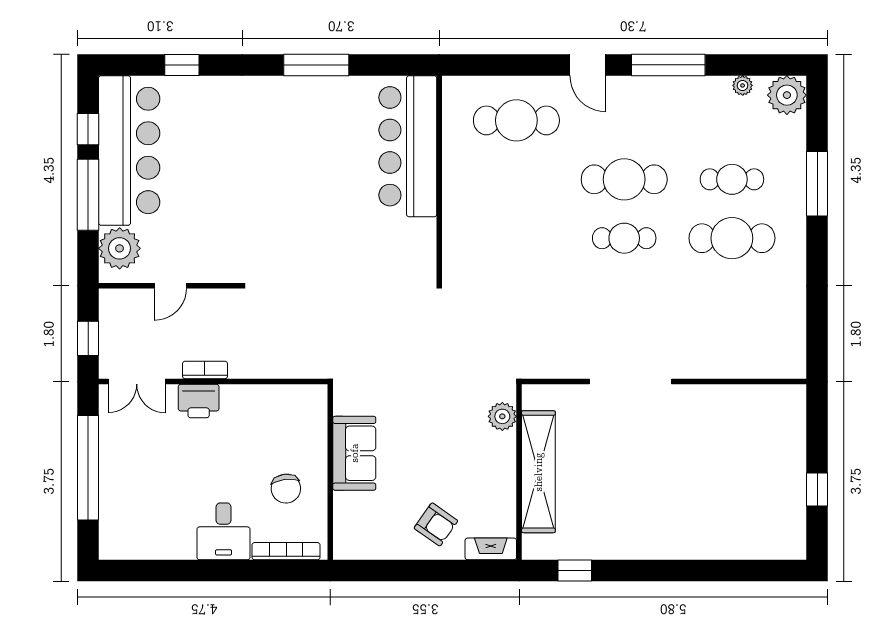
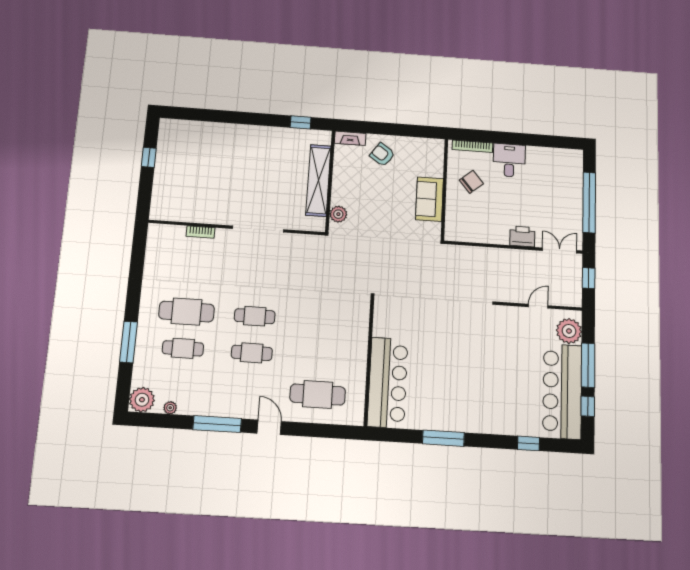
cafe table: (624, 179) -> (252, 353), width x0.73, depth x0.74
bookcase: (205, 370) -> (201, 232), moved
chair: (286, 489) -> (471, 182), turned 57

